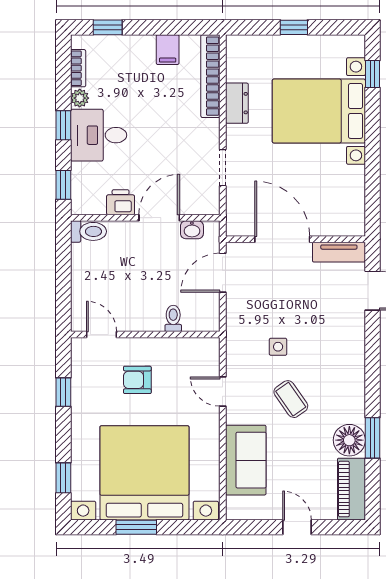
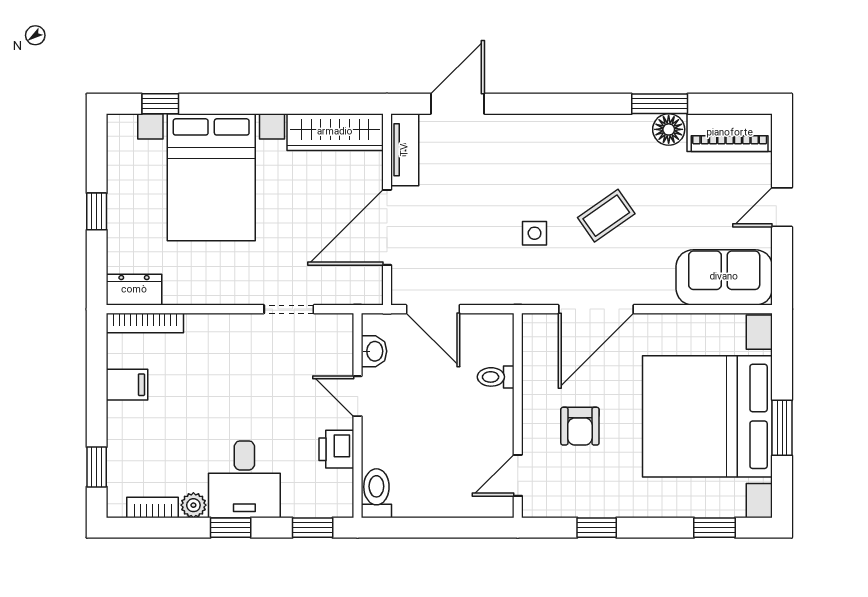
bookcase: (210, 76) -> (145, 323), width x0.68, depth x0.76
dresser: (237, 103) -> (134, 290), moved
wardrobe: (352, 201) -> (335, 132), added
door: (159, 218) -> (358, 396), width x0.73
door: (223, 392) -> (596, 309), width x1.88
floor lamp: (349, 440) -> (669, 129), width x0.73, depth x0.73
sofa: (246, 460) -> (724, 277), moved

